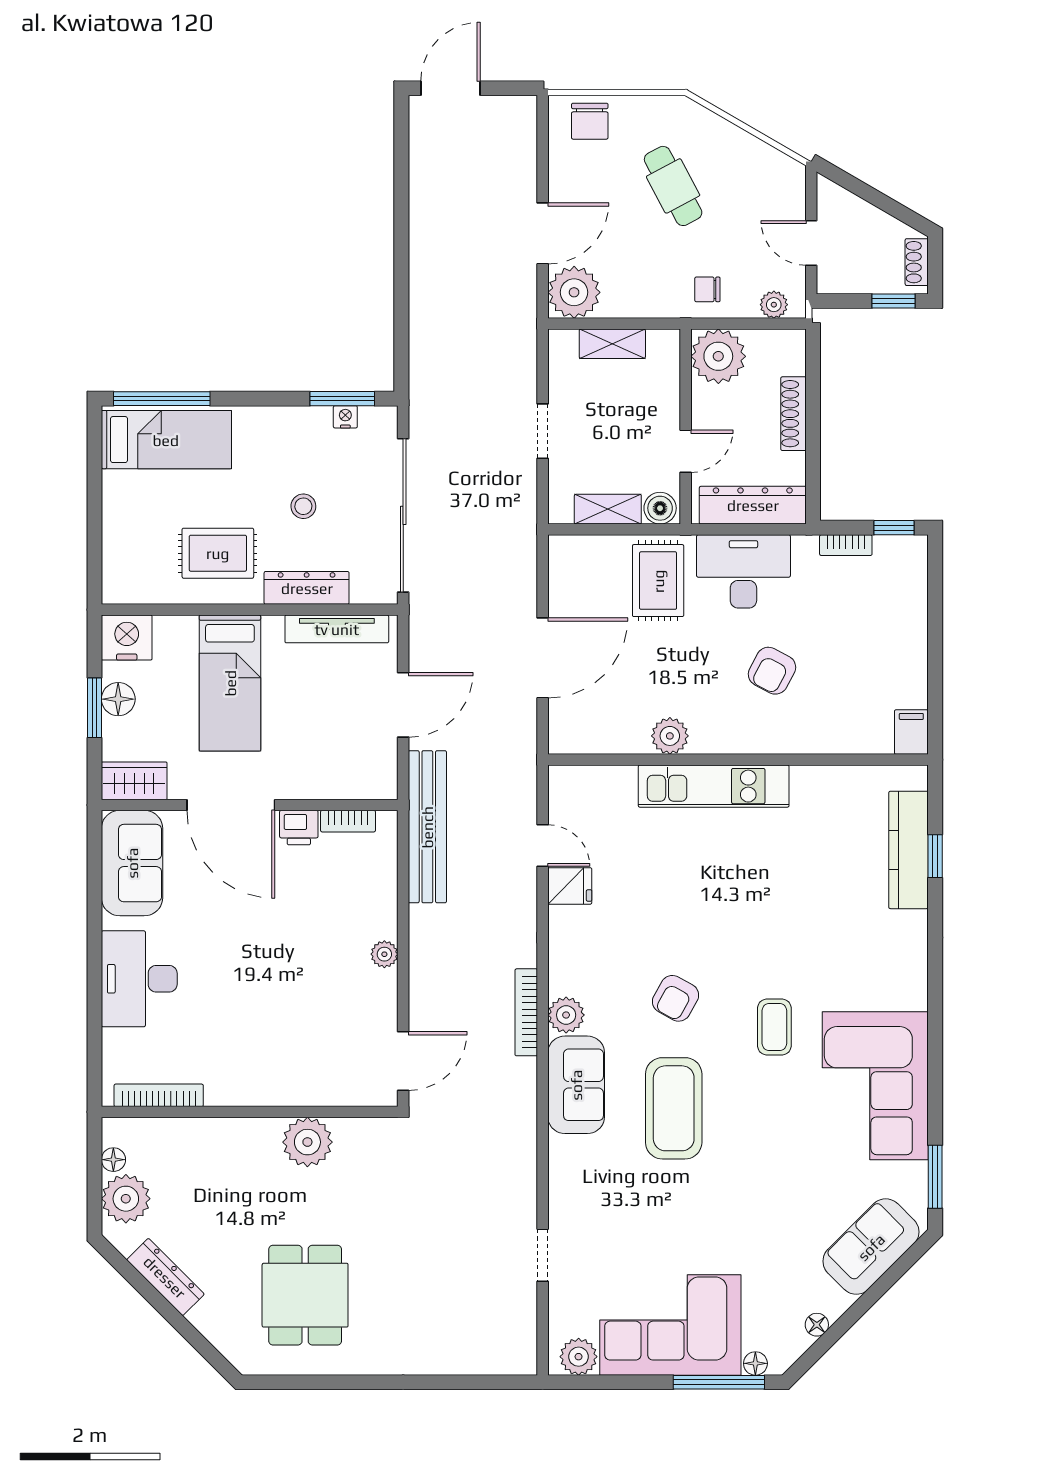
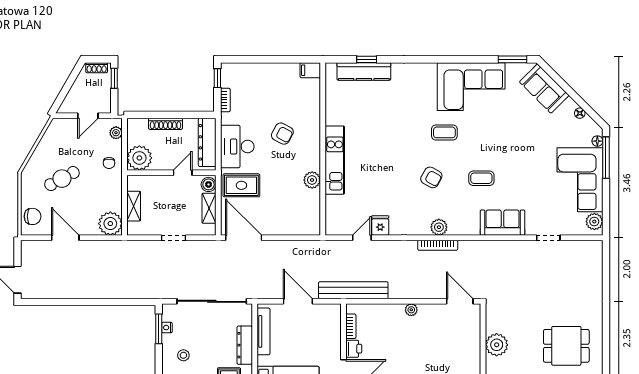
door: (543, 233) -> (65, 238), moved
door: (686, 451) -> (183, 173), hinge flipped
stool: (303, 506) -> (183, 355), moved
door: (543, 658) -> (244, 238), moved
sofa: (576, 1085) -> (503, 223), moved
coffee table: (674, 1108) -> (481, 178), width x0.54, depth x0.58

